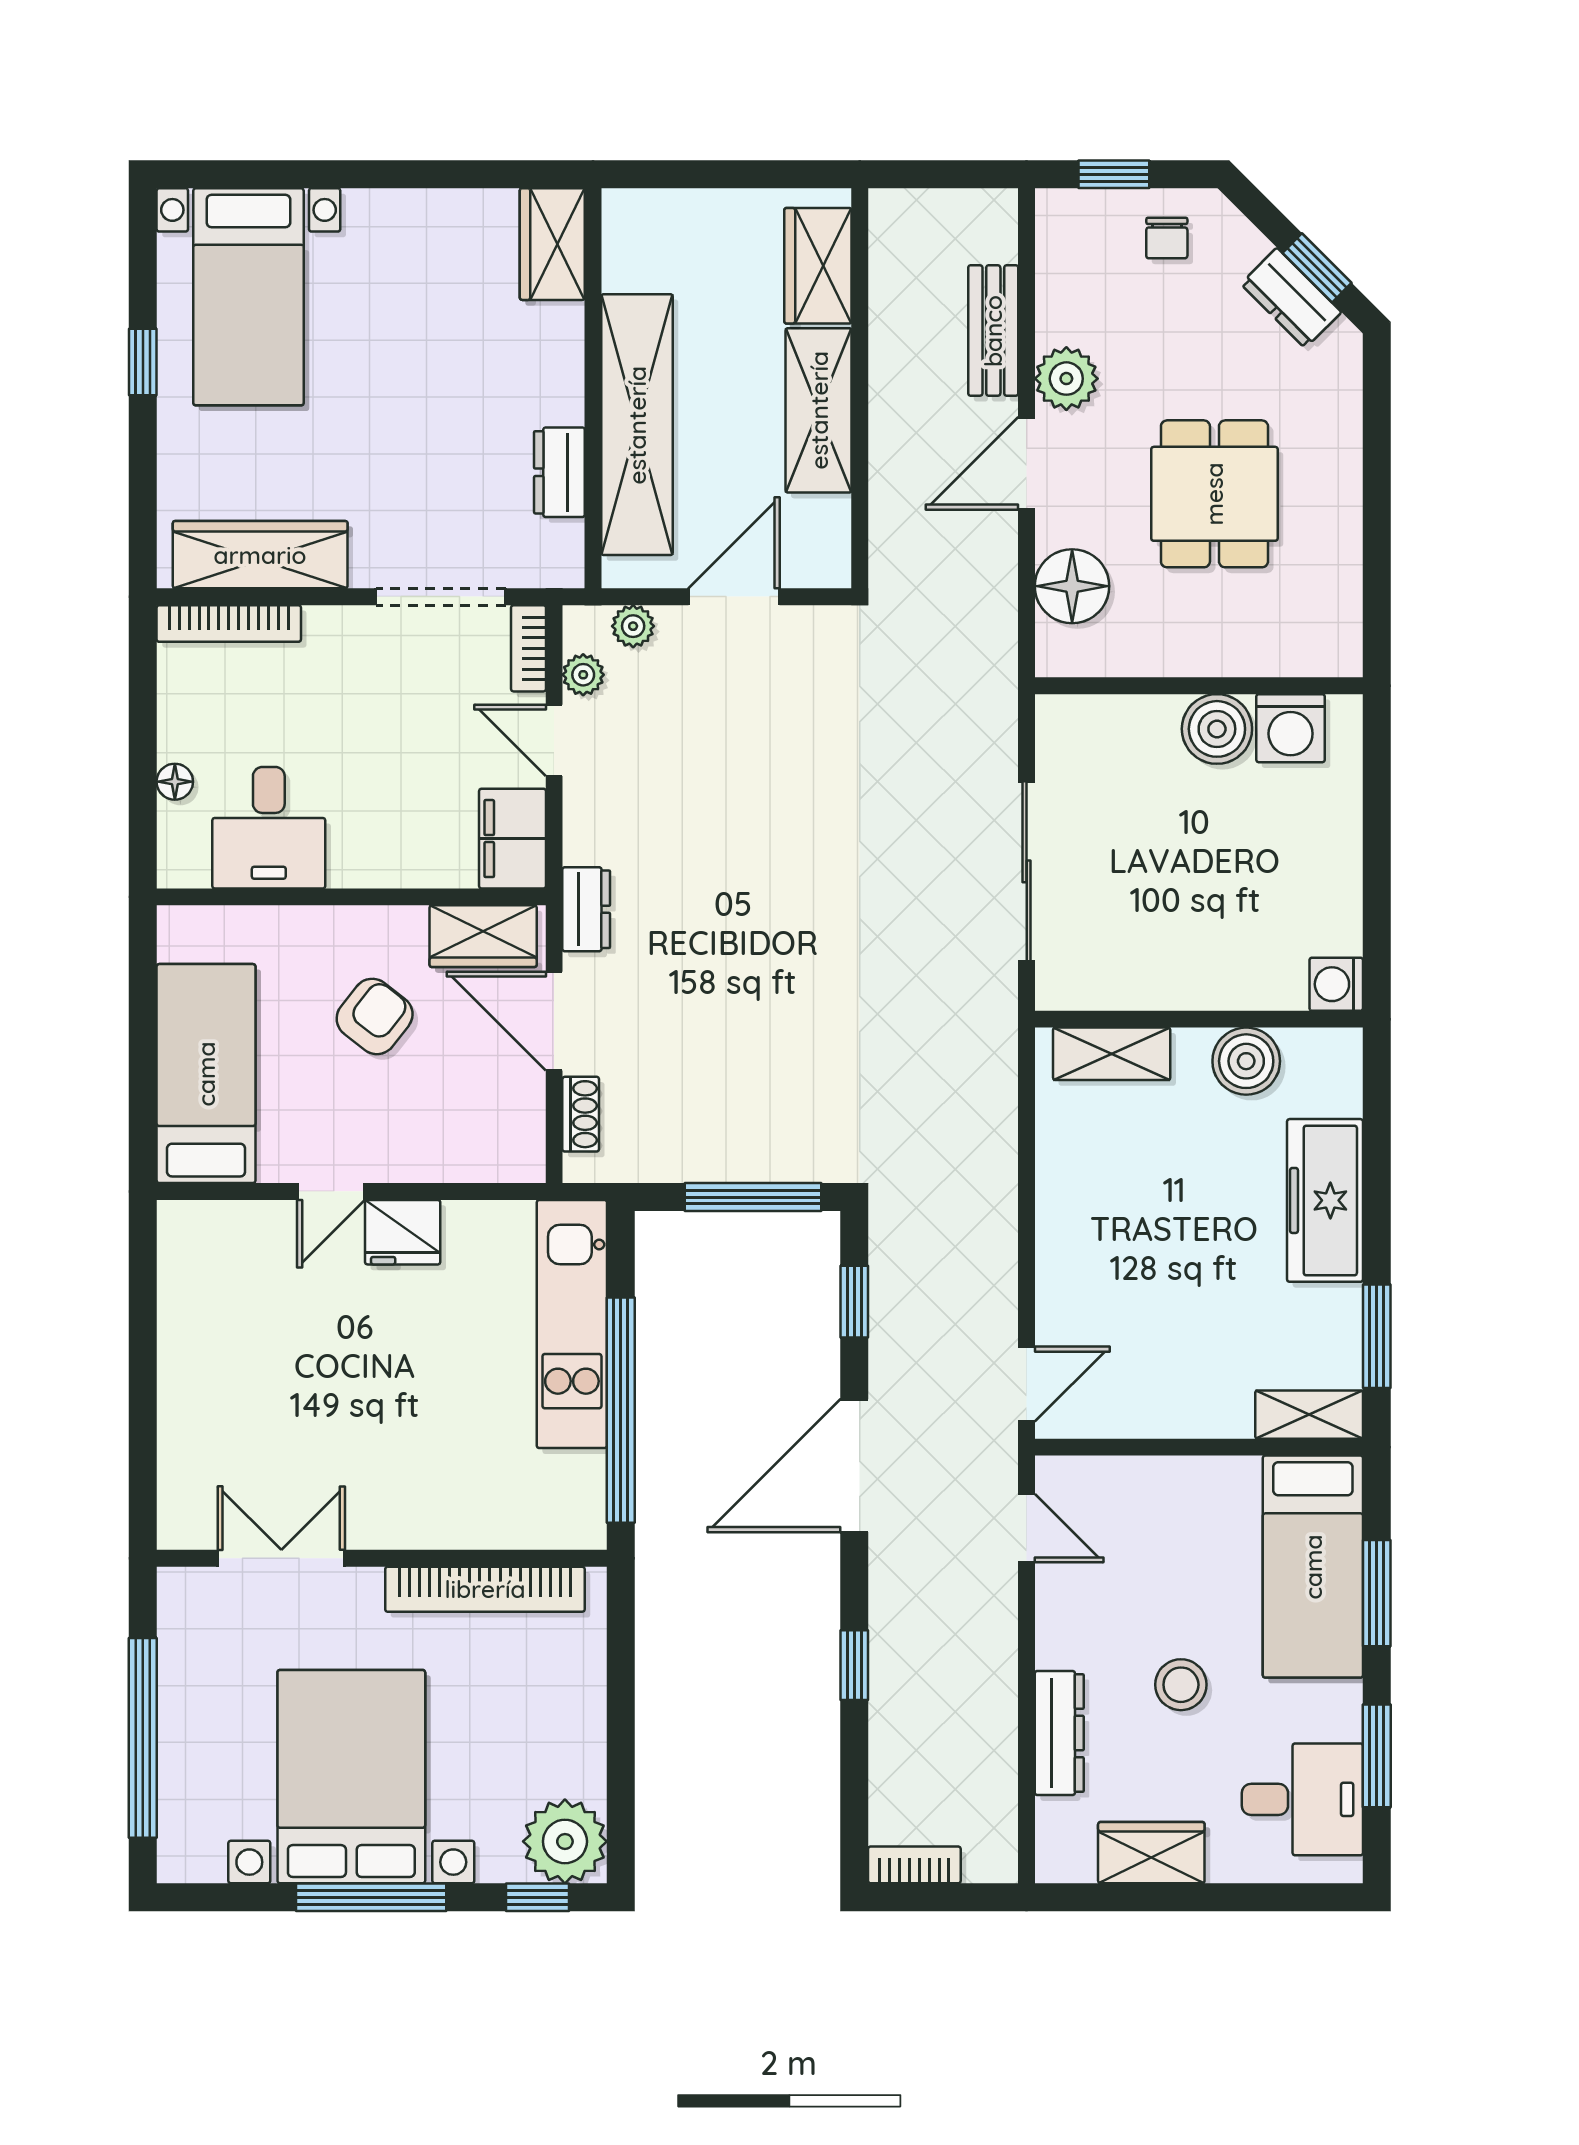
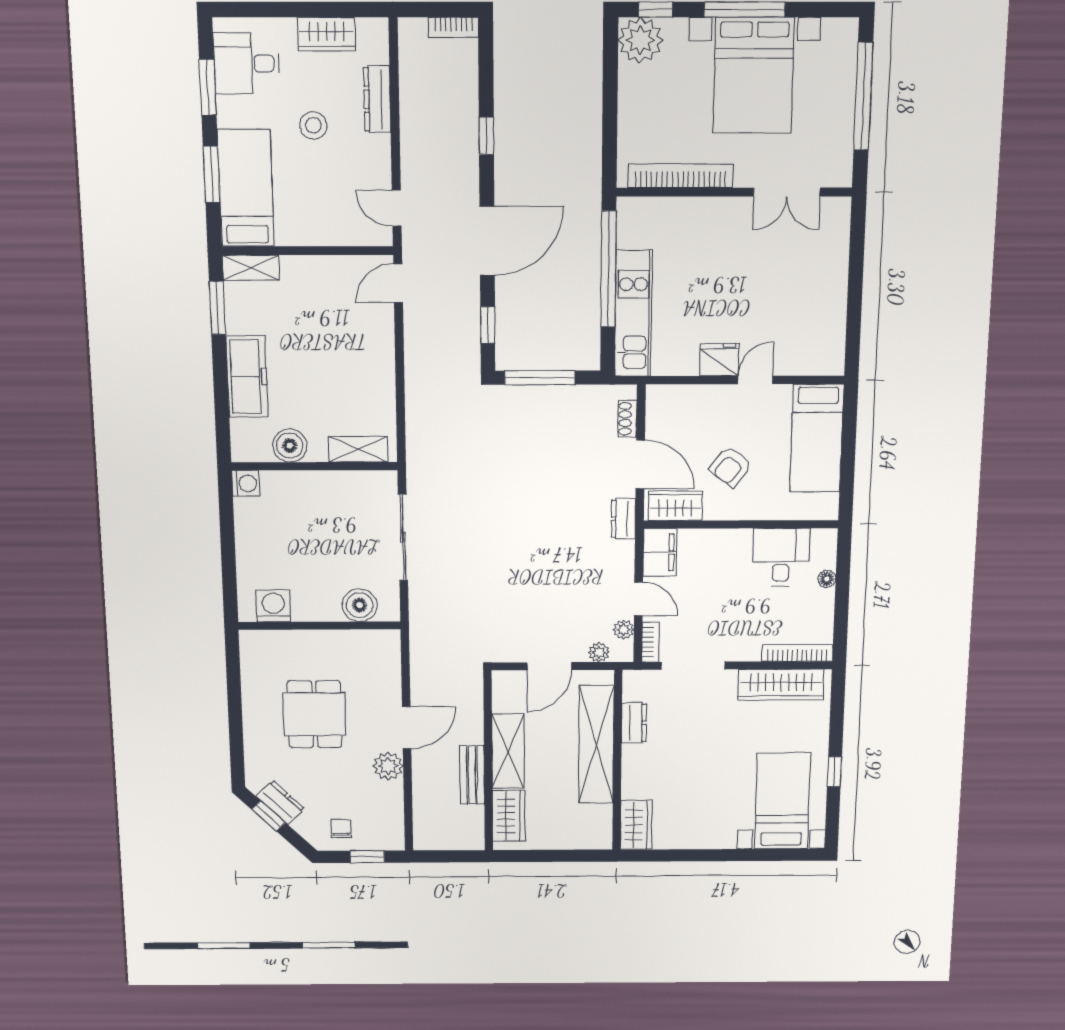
bench: (993, 331) -> (472, 775), moved
floor lamp: (1072, 586) -> (383, 672), removed
boiler: (1217, 729) -> (360, 605), moved

